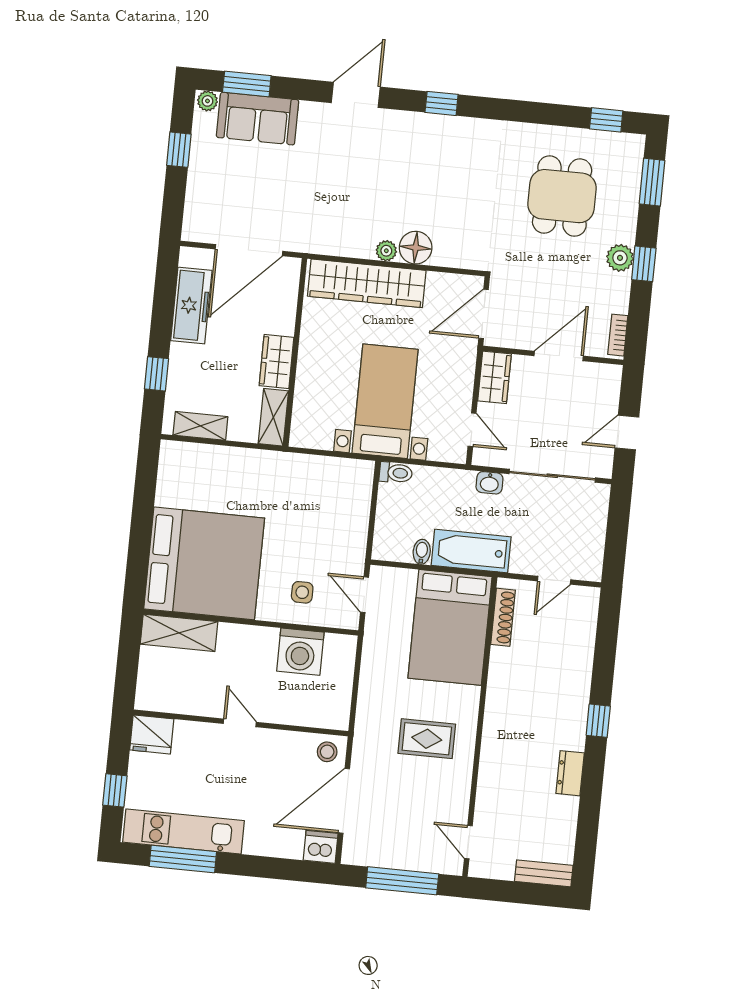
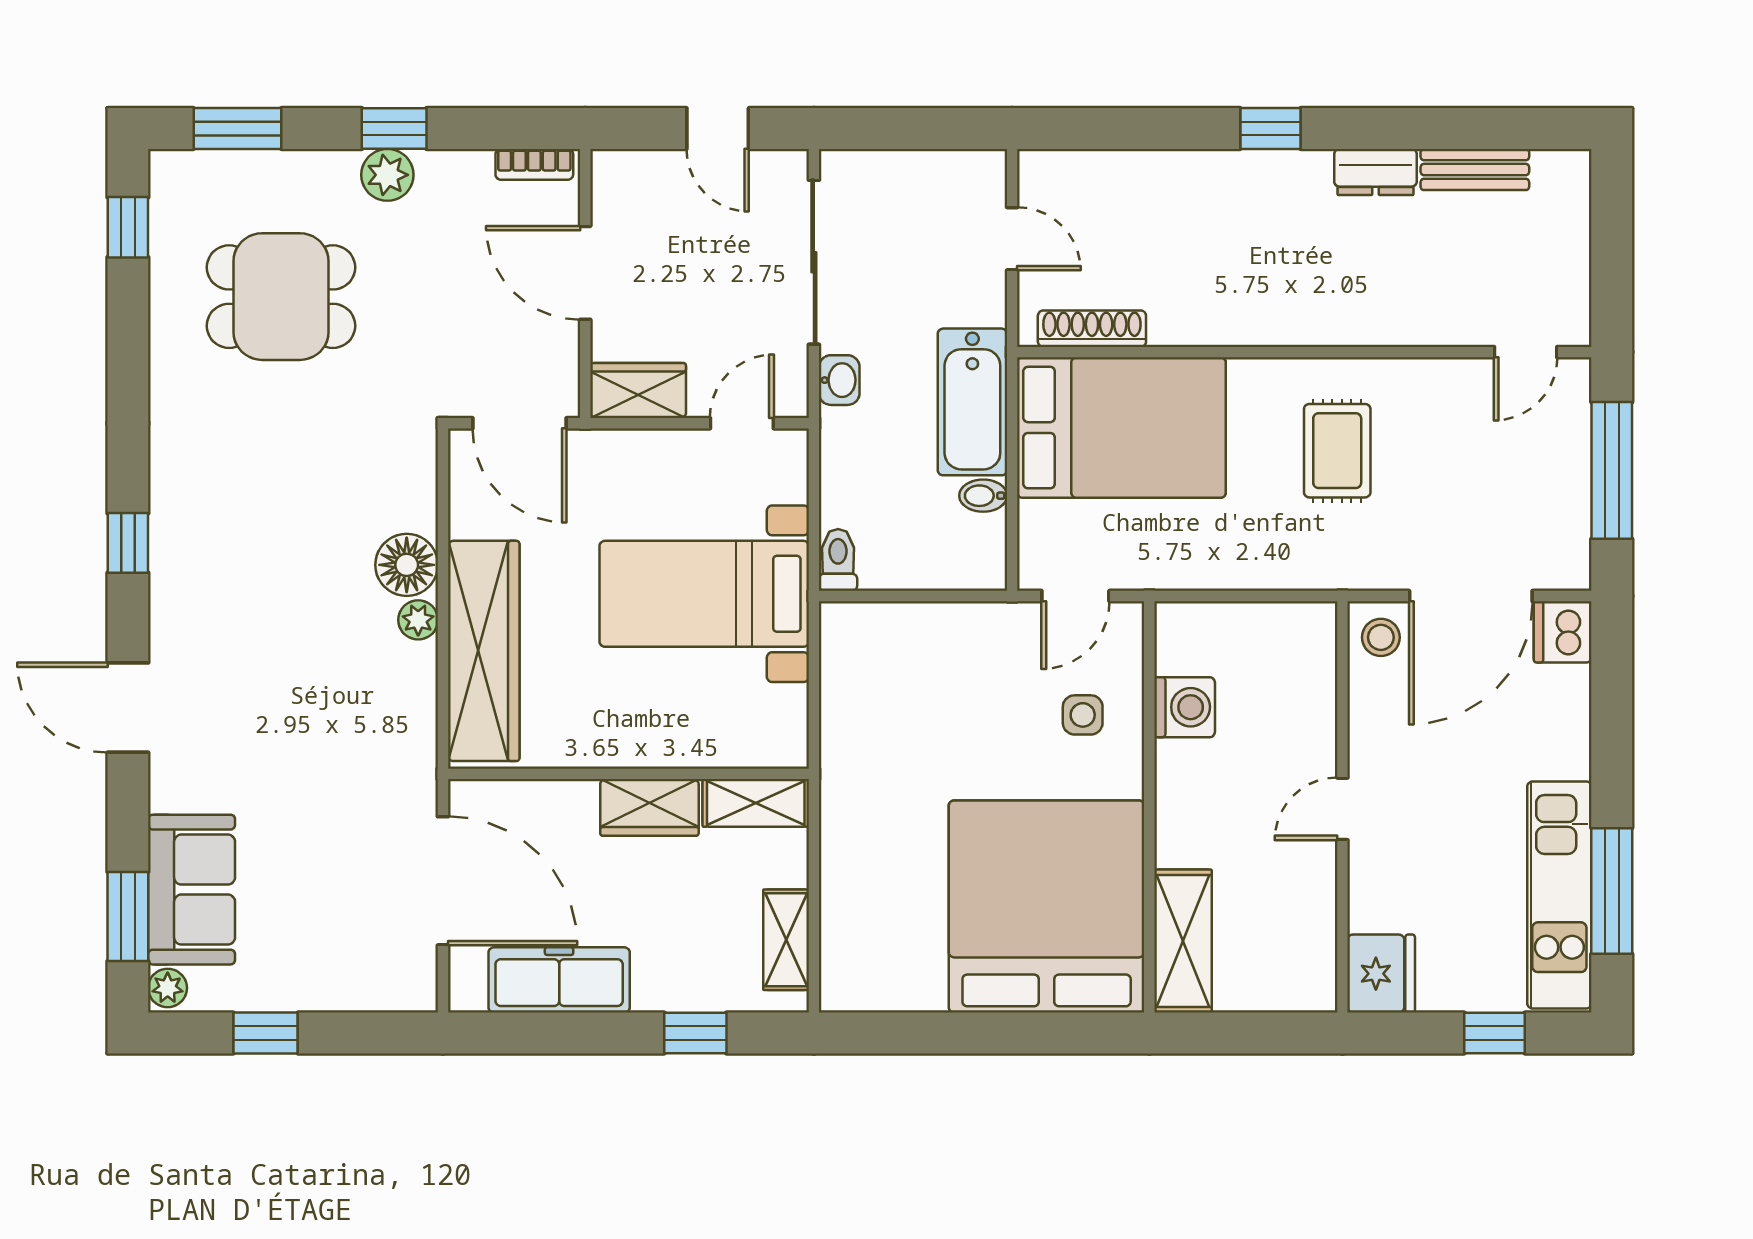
washing machine: (300, 652) -> (1185, 707), width x0.73, depth x0.73
door: (344, 801) -> (1471, 596), hinge flipped
bench: (544, 873) -> (1475, 170), moved, turned 90

